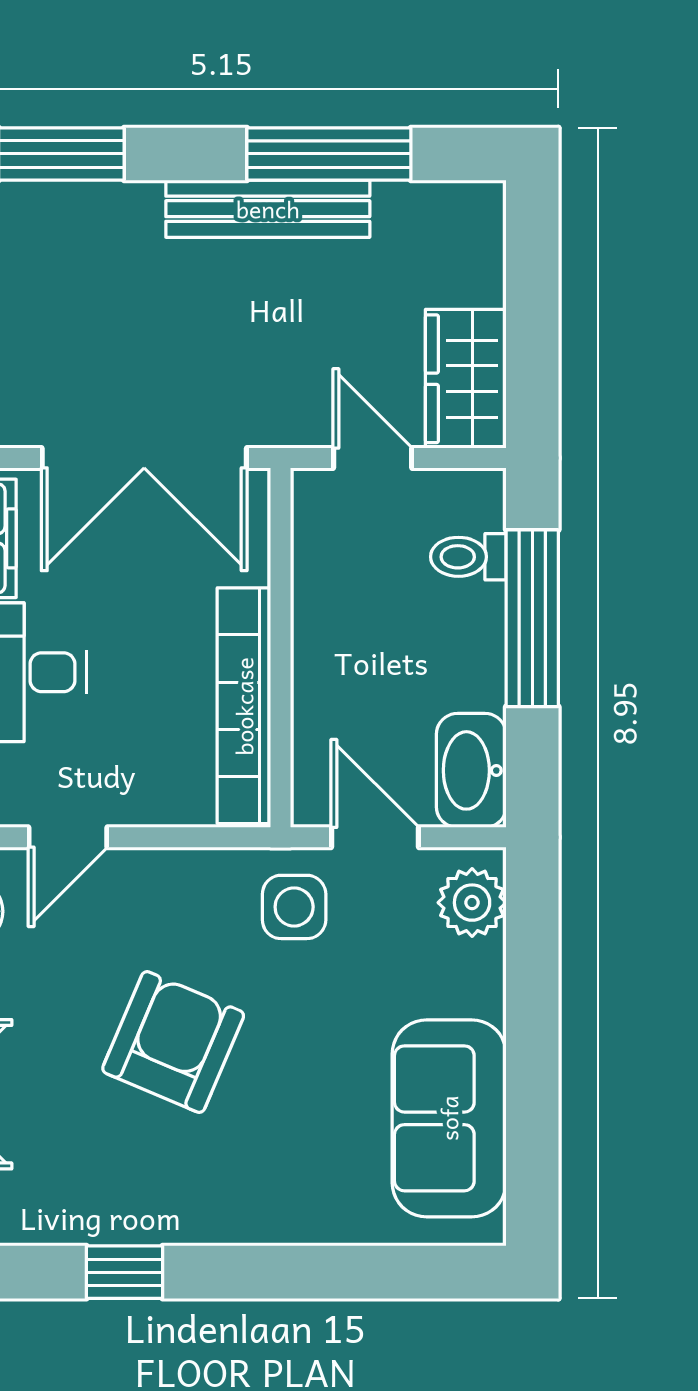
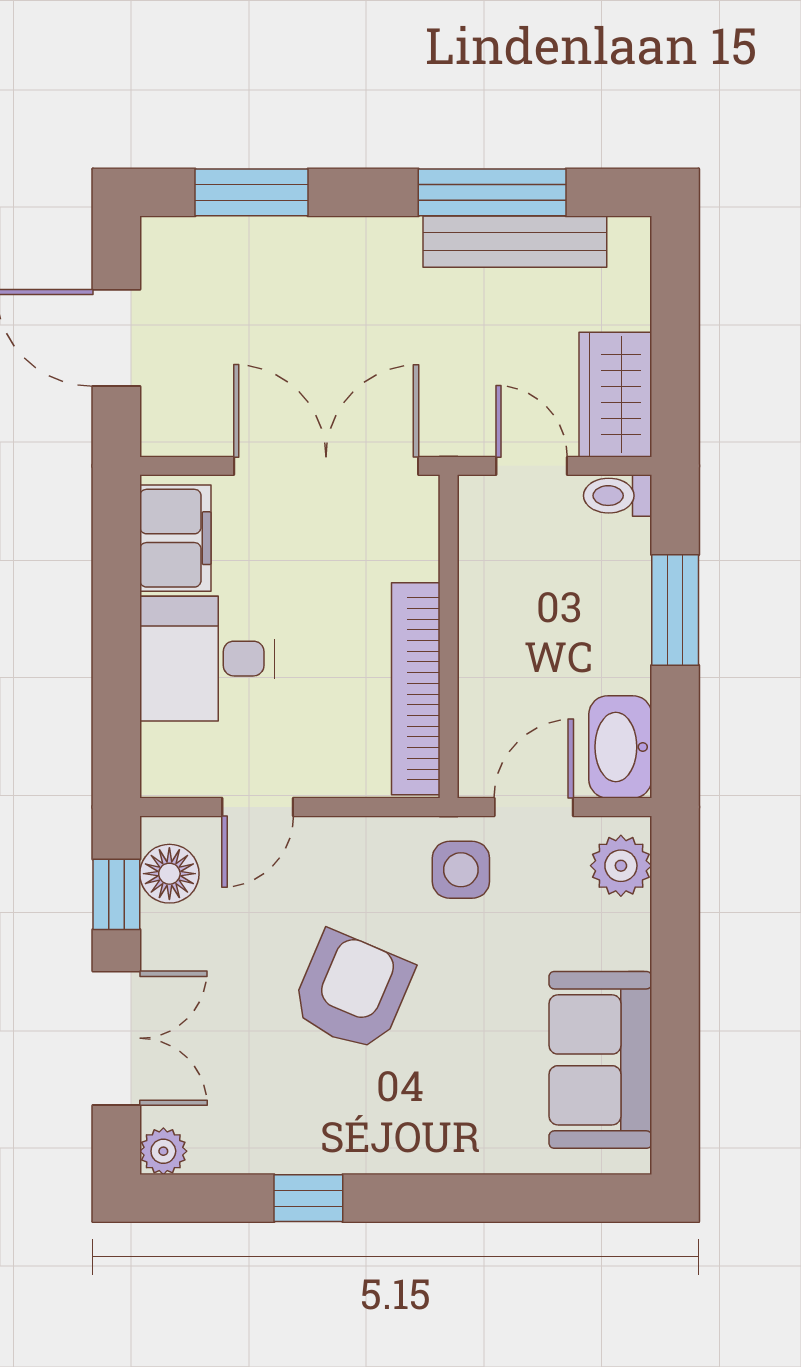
bench: (268, 209) -> (515, 242), moved
double door: (144, 458) -> (326, 466), swing flipped
toilet: (468, 557) -> (618, 496), moved
window: (532, 618) -> (675, 610), width x0.69
door: (375, 837) -> (534, 807), hinge flipped

